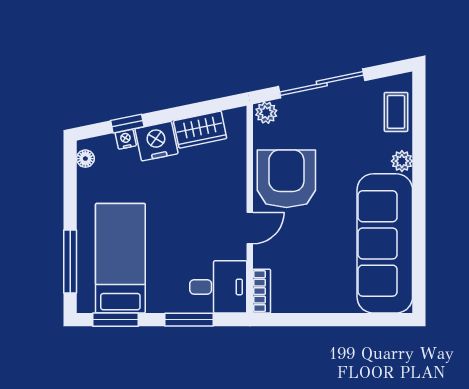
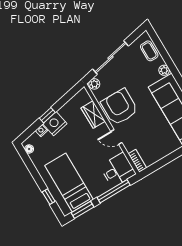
window: (127, 124) -> (47, 115), moved
wardrobe: (200, 130) -> (93, 115), moved, turned 102
door: (250, 228) -> (116, 137), swing flipped
window: (70, 262) -> (49, 197), width x0.46
window: (189, 320) -> (114, 191), width x1.44

